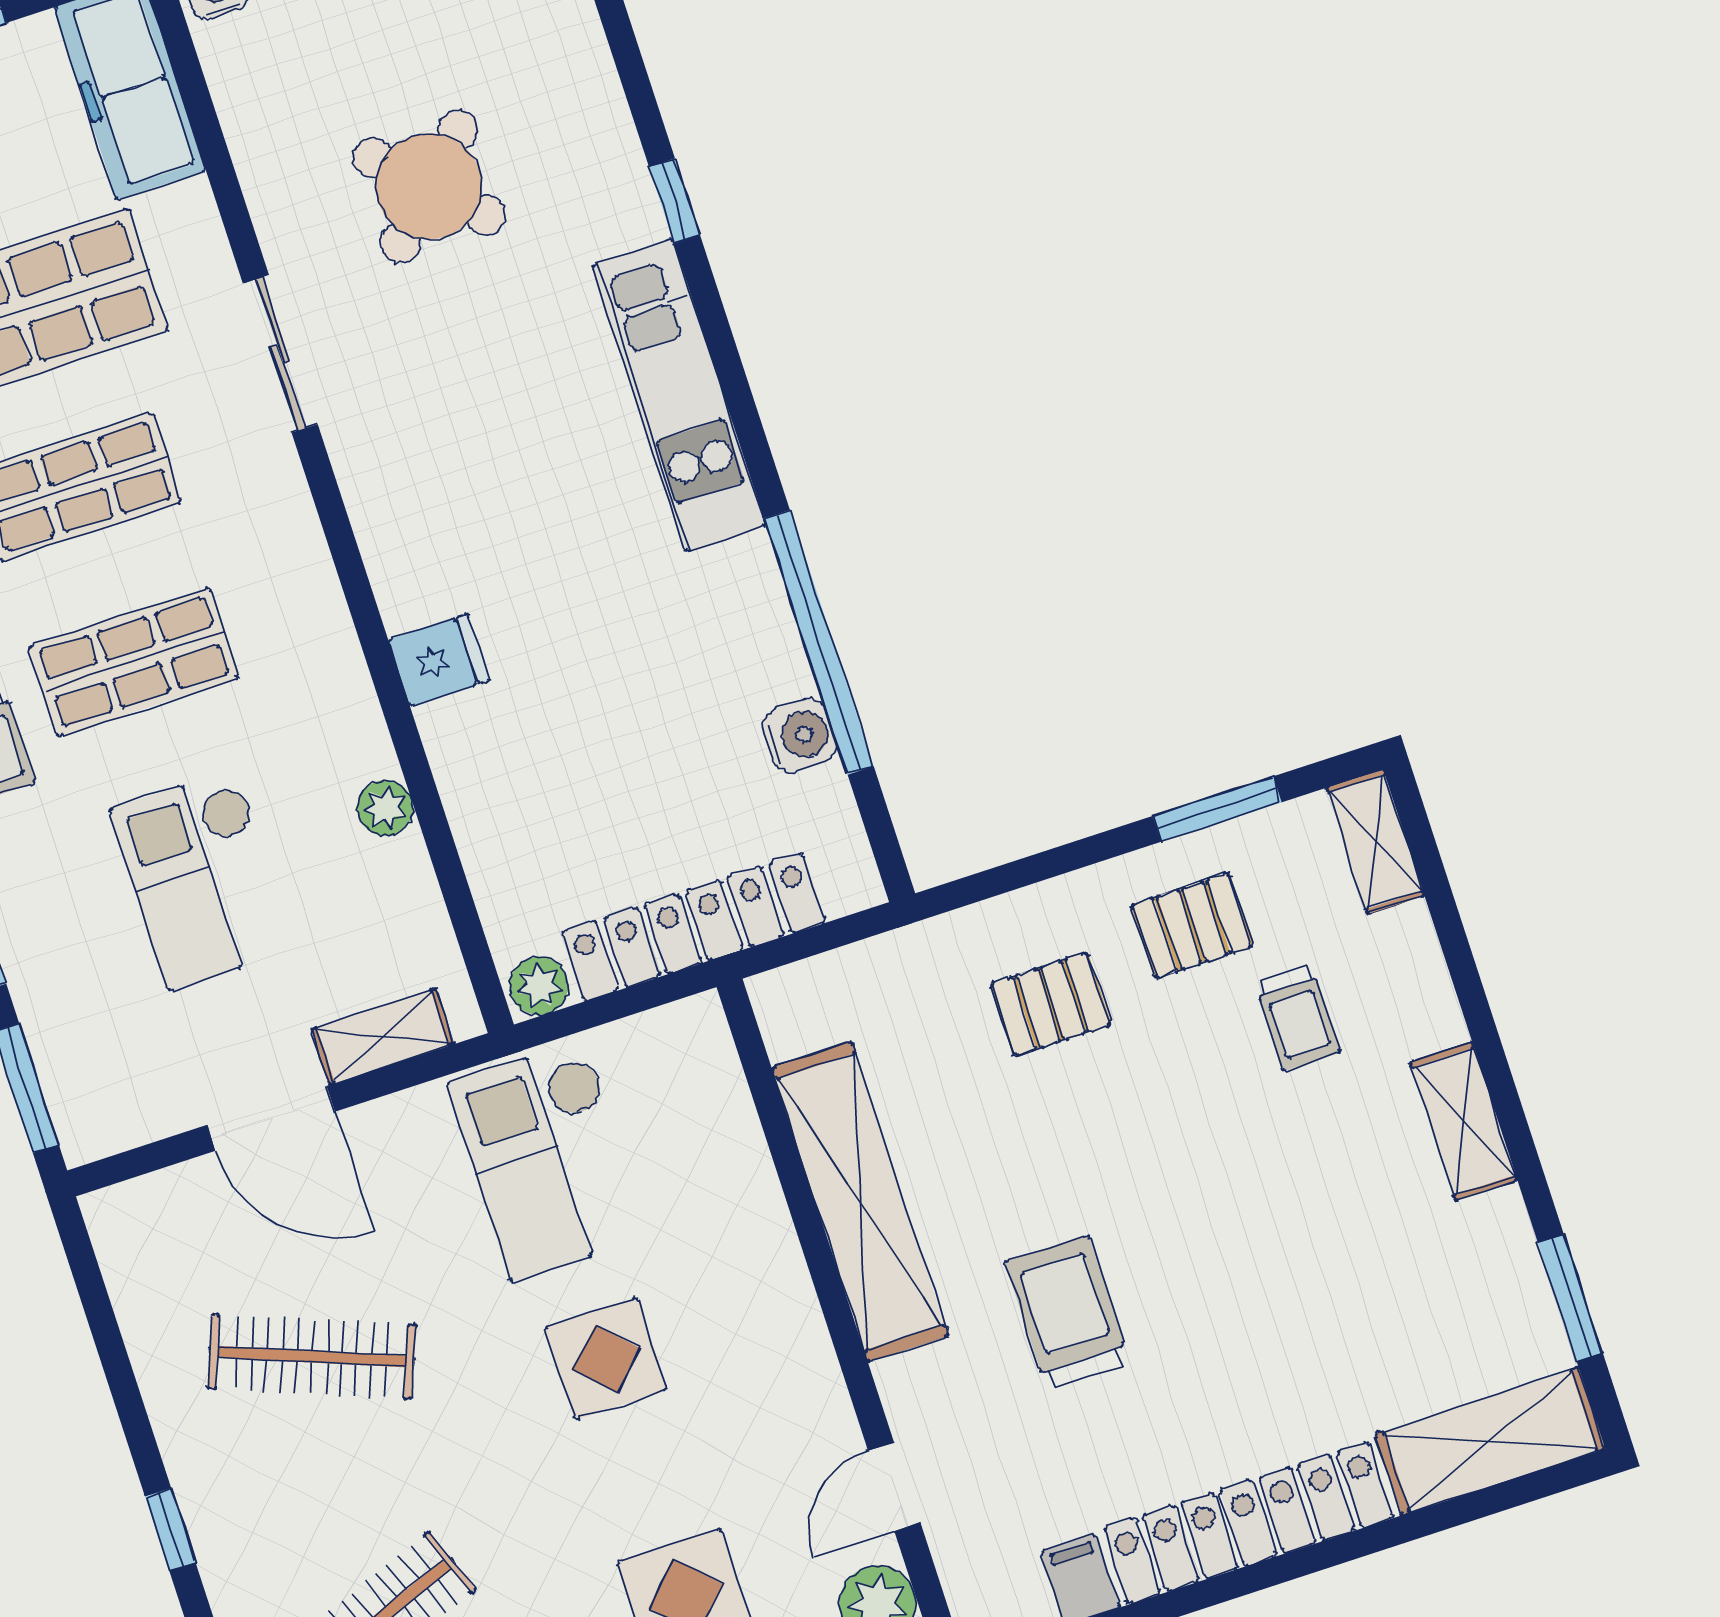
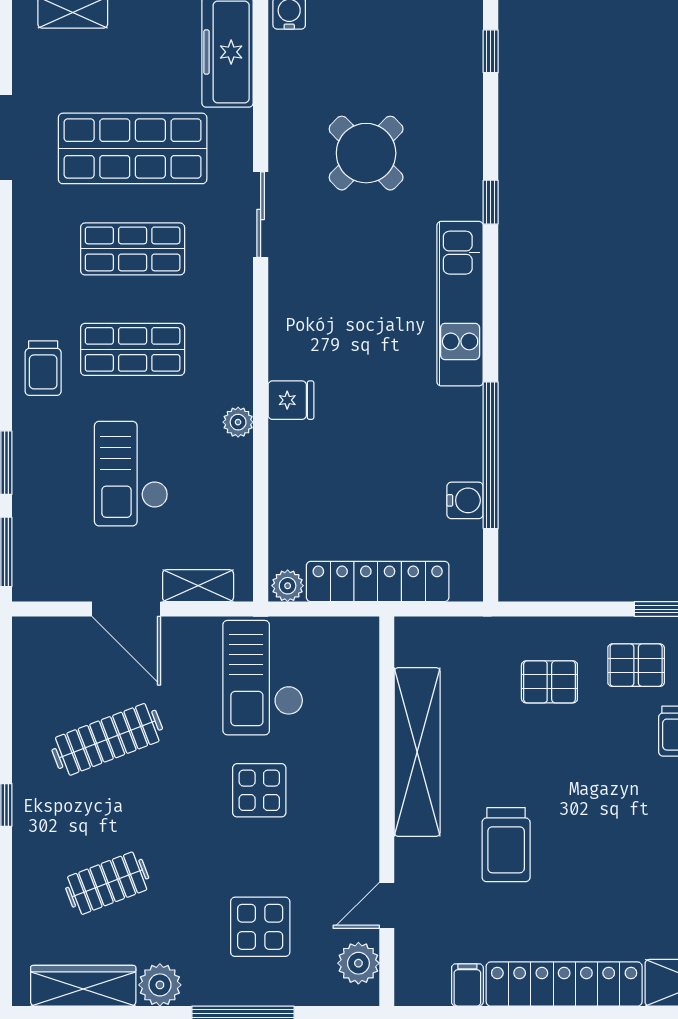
plant: (385, 808) -> (238, 422), moved
trolley: (1068, 1313) -> (506, 845), turned 180
clothes rail: (312, 1357) -> (107, 739), turned -42

